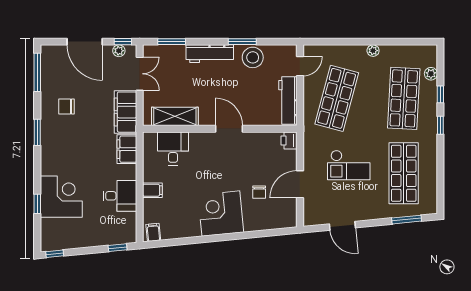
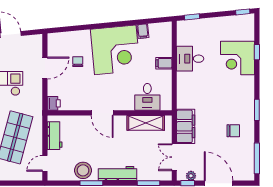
workbench: (288, 101) -> (55, 136), width x0.73
filing cabinet: (127, 149) -> (185, 96), removed
corner desk: (221, 214) -> (115, 50), width x1.36, depth x1.36
filing cabinet: (153, 232) -> (143, 31), moved

